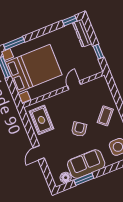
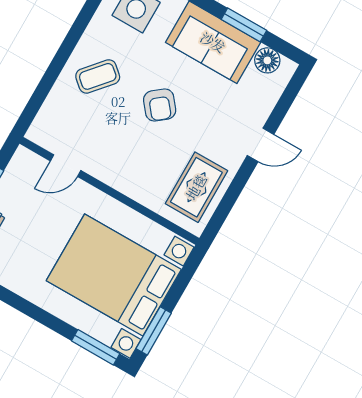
door: (74, 85) -> (66, 166), moved
armchair: (79, 129) -> (160, 105), turned -74

